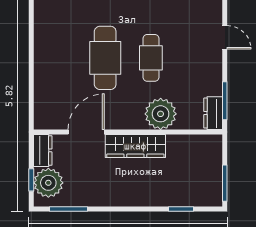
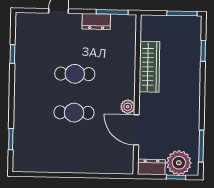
cafe table: (105, 58) -> (74, 113), width x0.73, depth x0.74
dresser: (213, 113) -> (96, 22), moved
plant: (161, 114) -> (128, 107), moved, width x0.53, depth x0.53
wardrobe: (135, 146) -> (149, 67), moved

